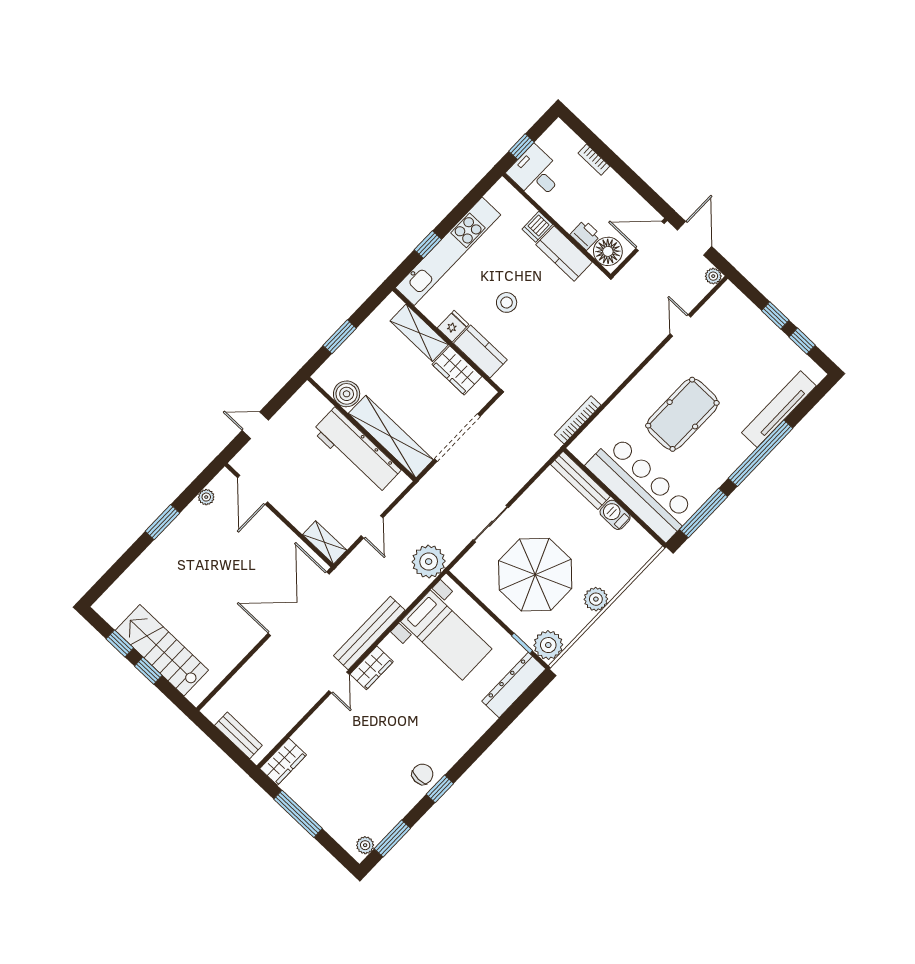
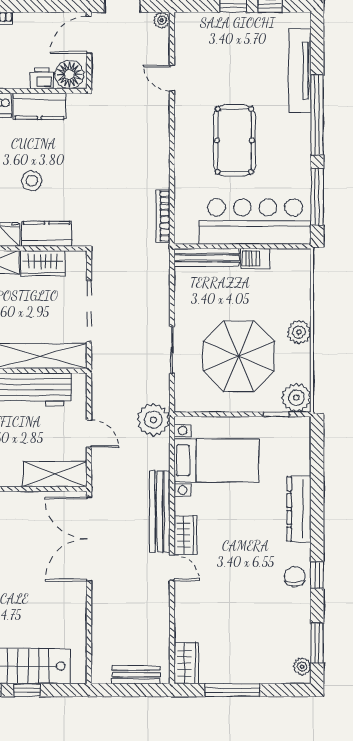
shelving: (325, 542) -> (55, 474), width x1.50, depth x1.33
dresser: (514, 685) -> (299, 509), moved

